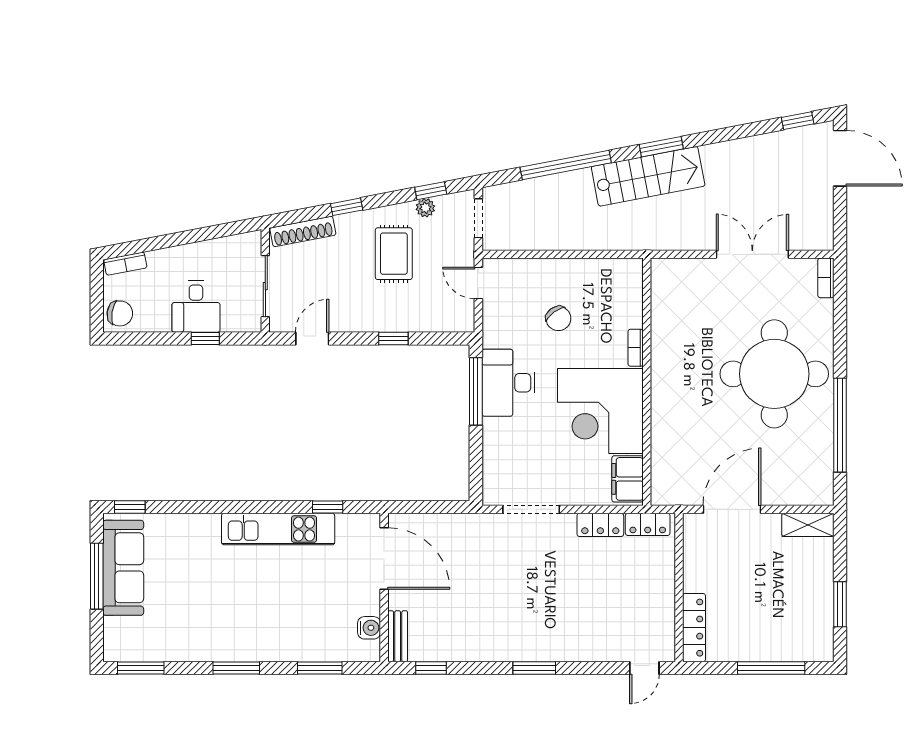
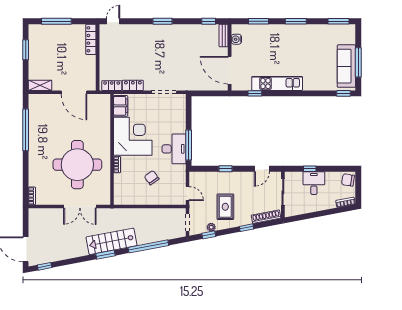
double door: (752, 254) -> (80, 206), moved
round table: (774, 374) -> (77, 165), moved
door: (732, 509) -> (74, 92), hinge flipped

